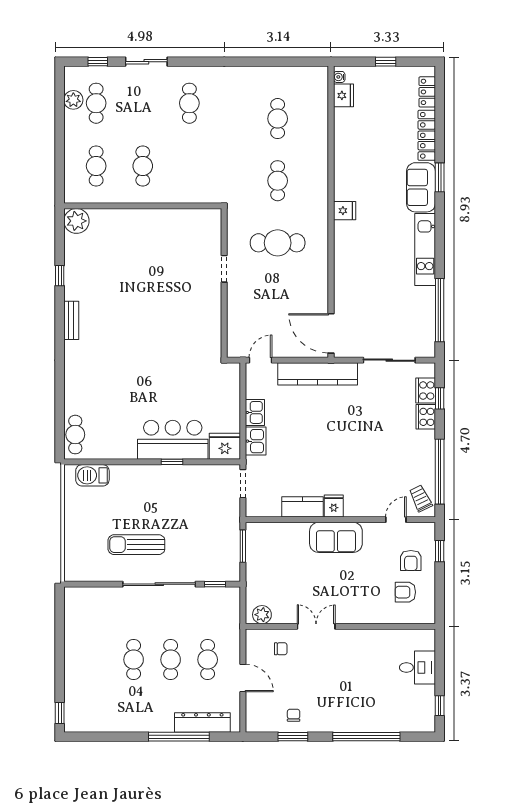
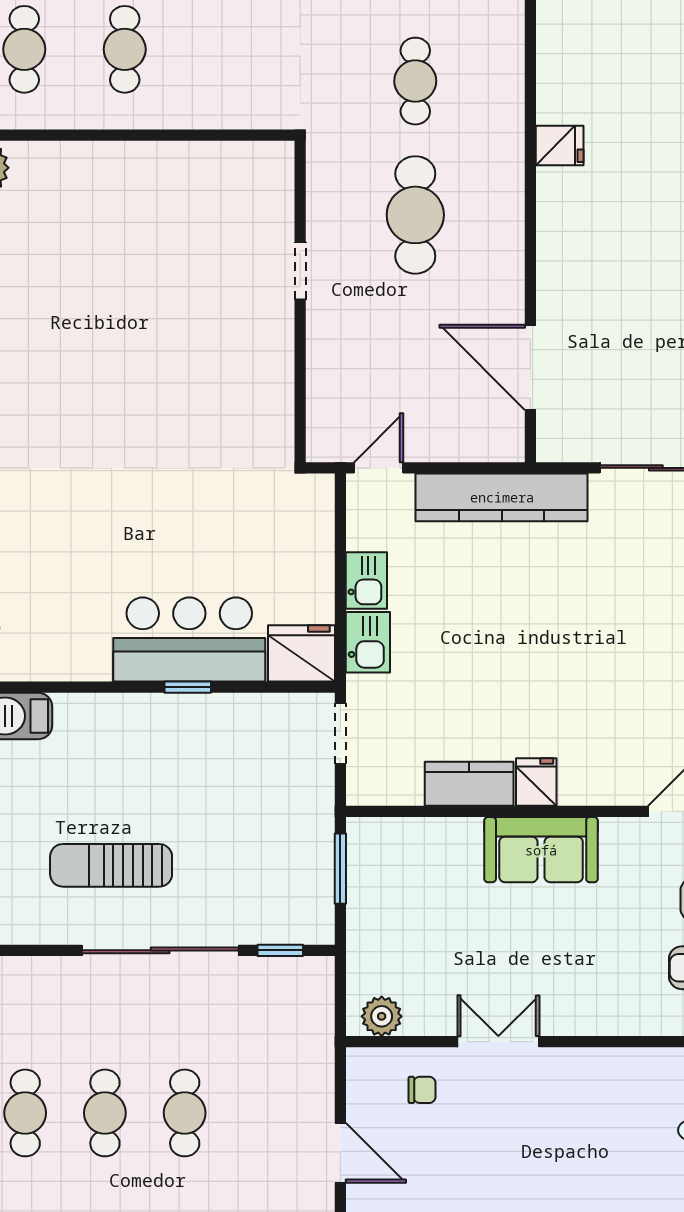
cafe table: (278, 243) -> (415, 215), turned 90
door: (331, 333) -> (530, 367), moved
cafe table: (208, 660) -> (25, 1113), moved

